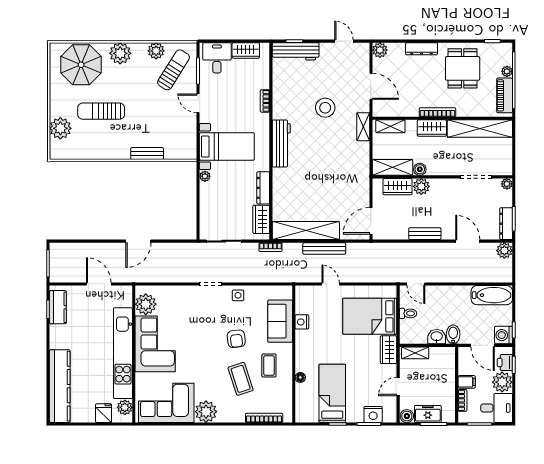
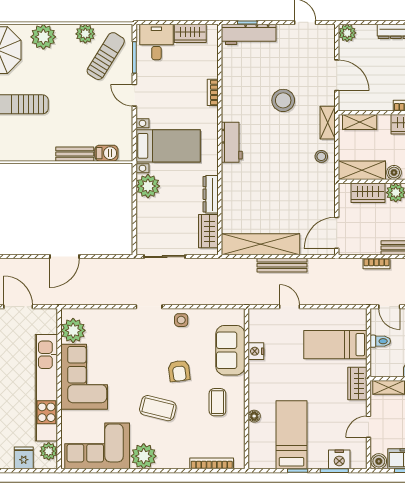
workbench: (281, 143) -> (232, 142), width x0.73
barbecue: (174, 153) -> (106, 153), added
stool: (358, 156) -> (321, 156), added
plant: (205, 176) -> (148, 186), width x1.88, depth x1.88
bookcase: (270, 247) -> (376, 264), moved
bed: (370, 316) -> (335, 345), width x0.67
coffee table: (241, 379) -> (158, 408), moved, turned -58

